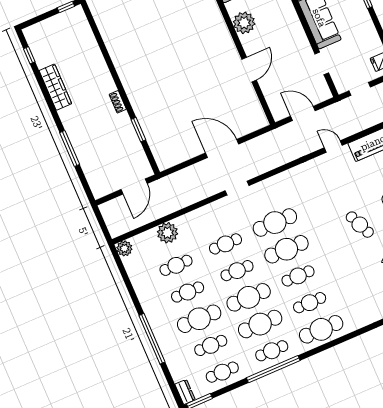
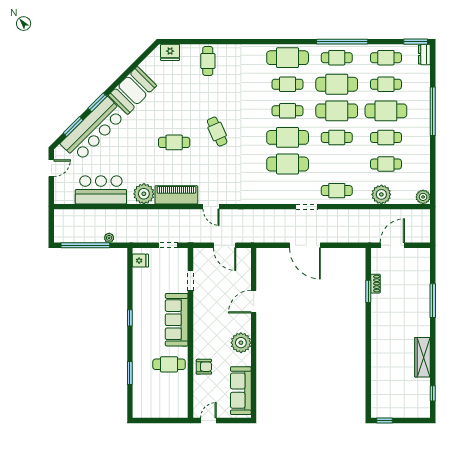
shoe rack: (118, 102) -> (376, 284), moved
cafe table: (225, 244) -> (337, 191), moved

